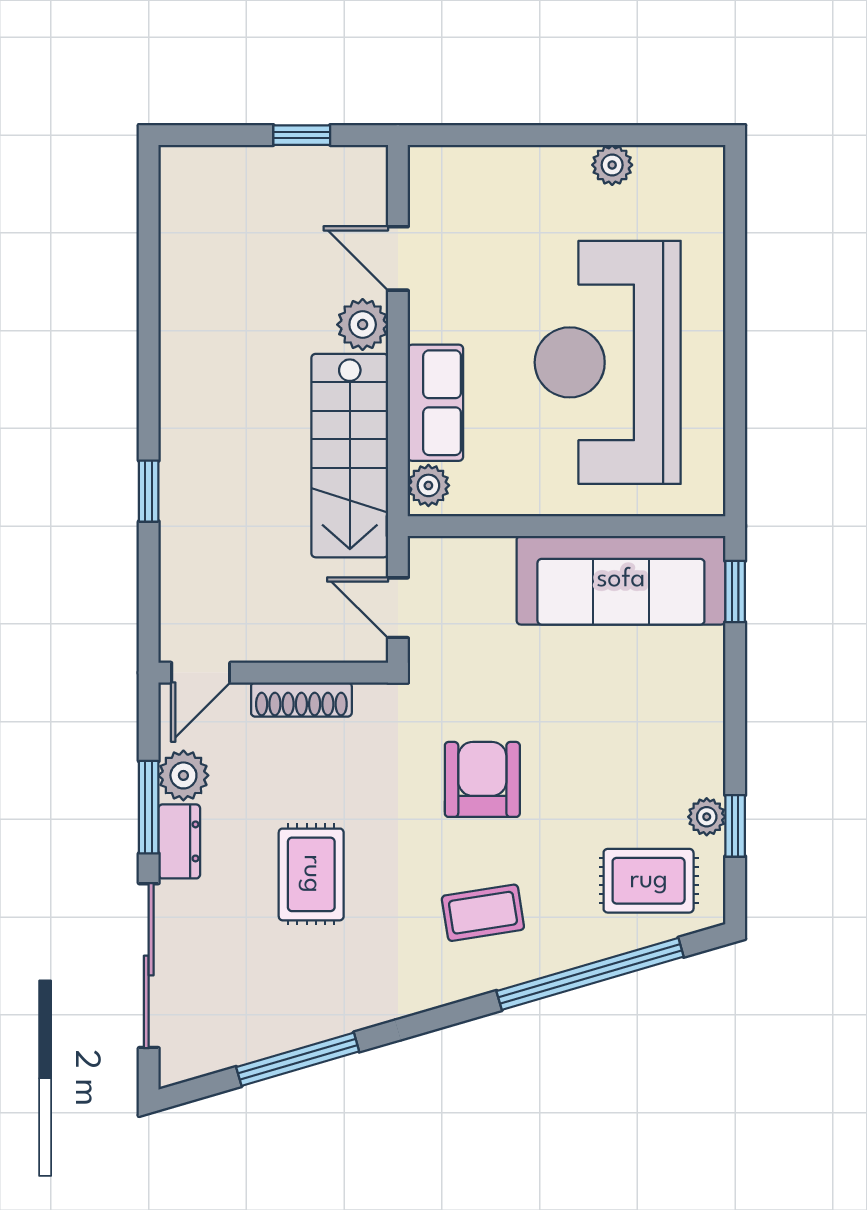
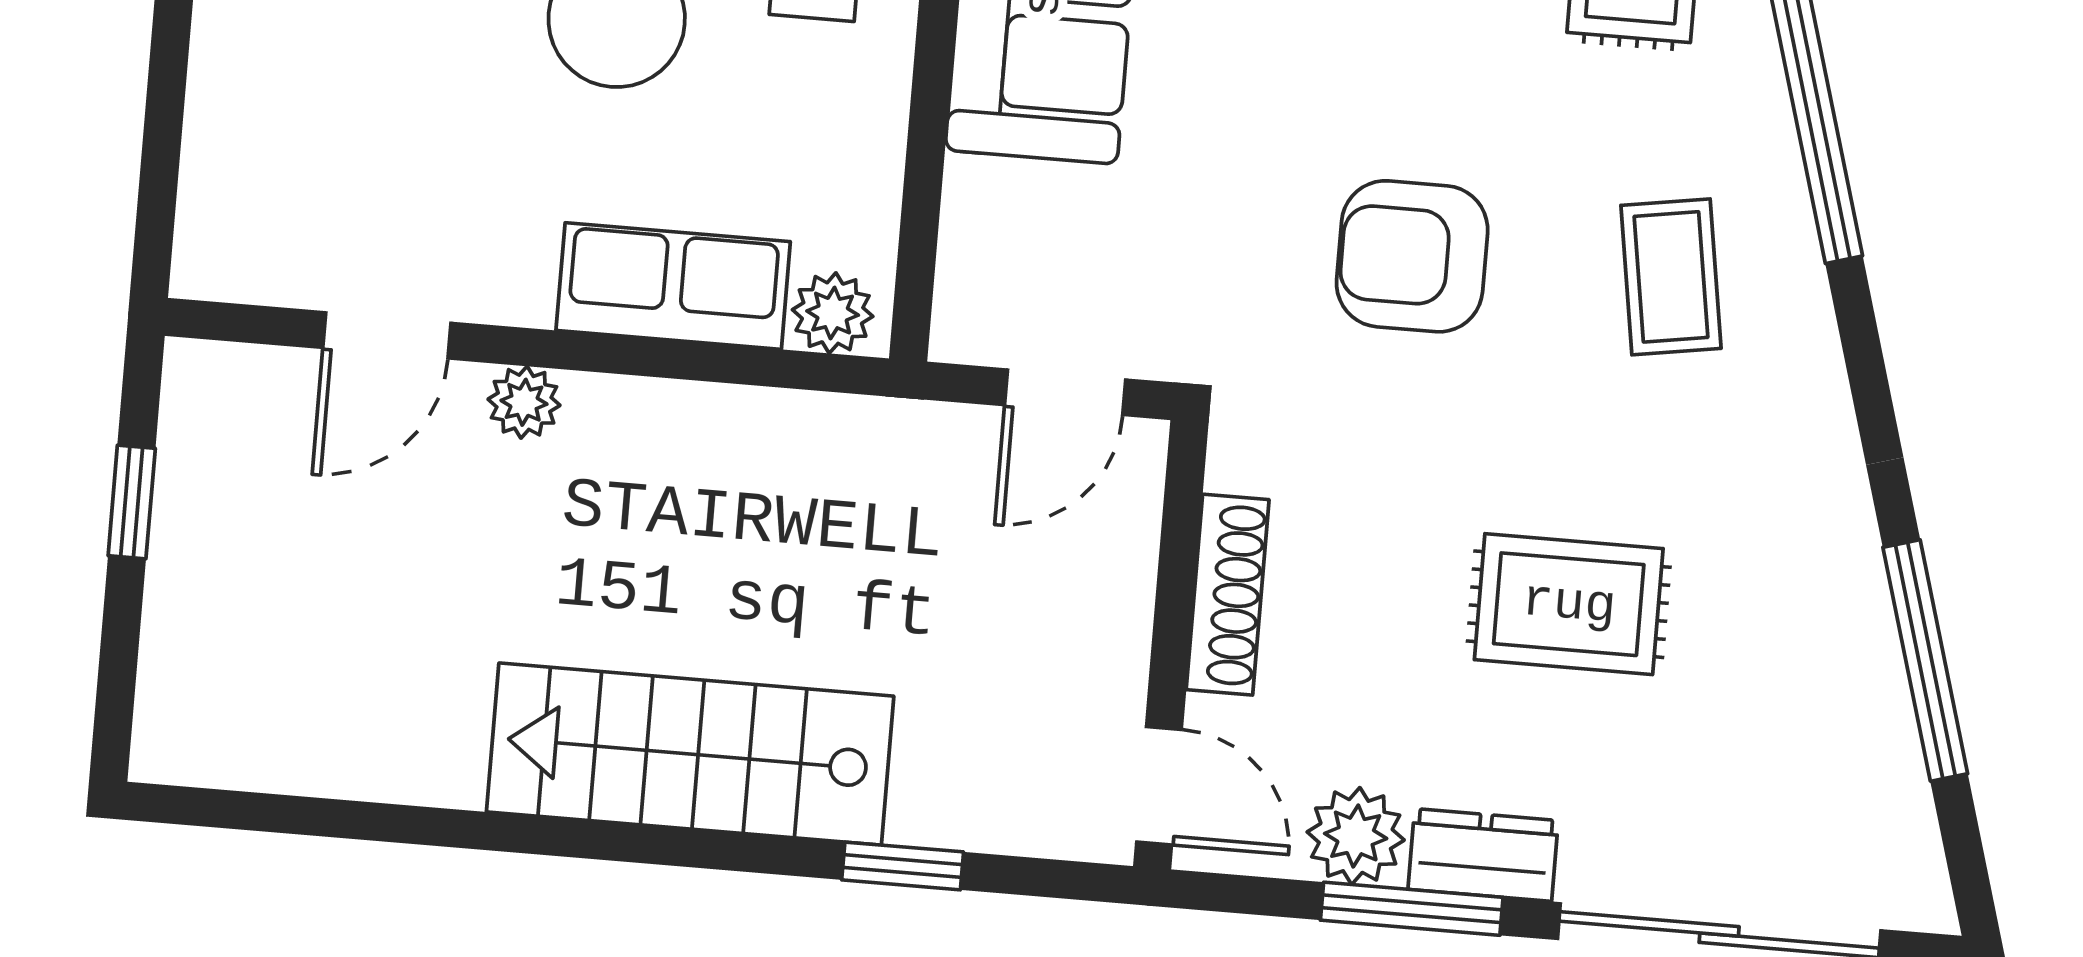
plant: (363, 325) -> (524, 402), width x0.73, depth x0.73
stairs: (350, 456) -> (690, 754), moved, turned 180
window: (149, 491) -> (903, 866), moved

